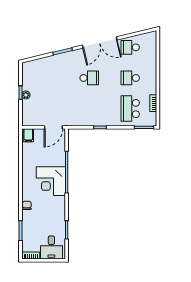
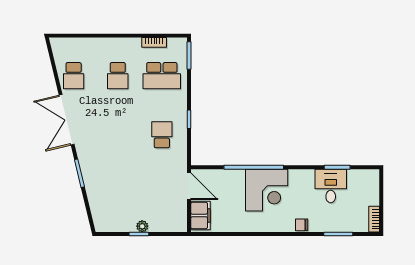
double door: (100, 43) -> (67, 120), swing flipped
school desk: (89, 78) -> (162, 135), moved
filing cabinet: (28, 135) -> (200, 215), width x2.00
desk: (51, 247) -> (331, 186), moved, turned -90

